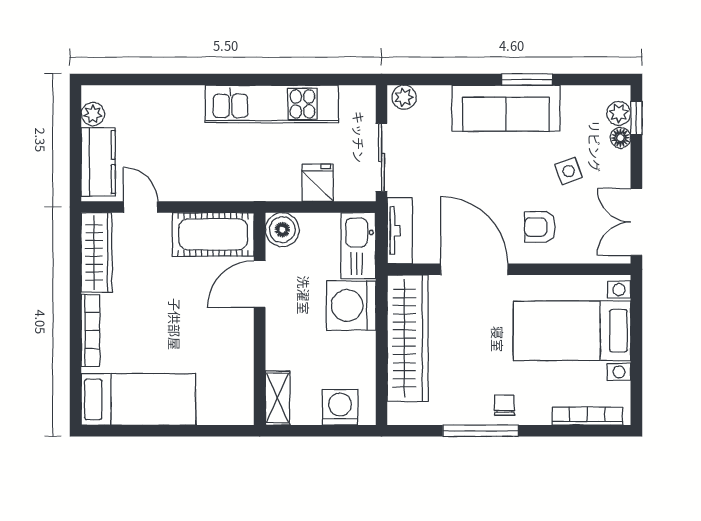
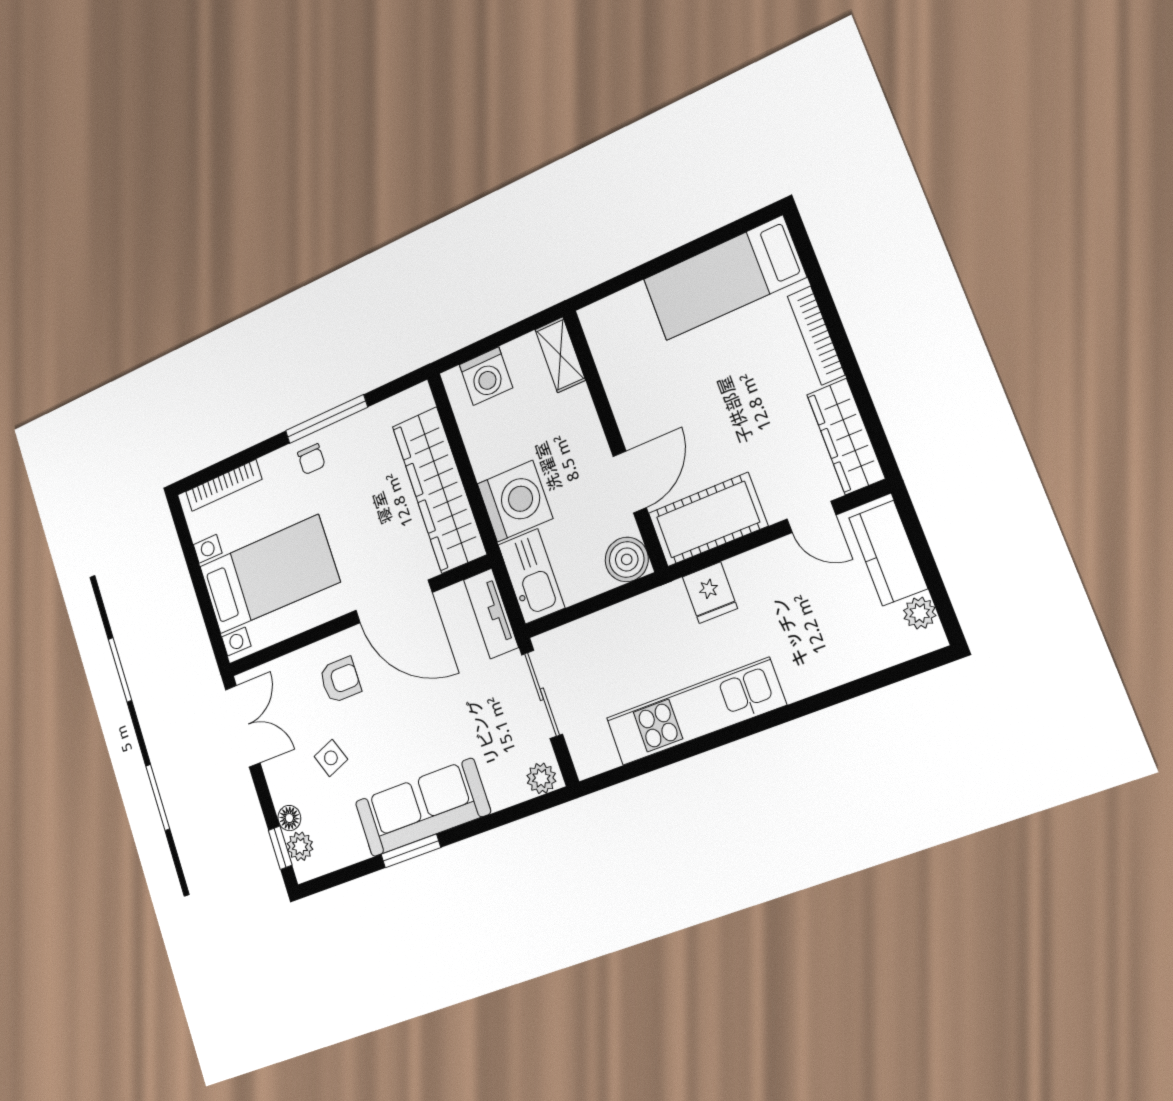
fridge: (318, 183) -> (710, 593), moved

